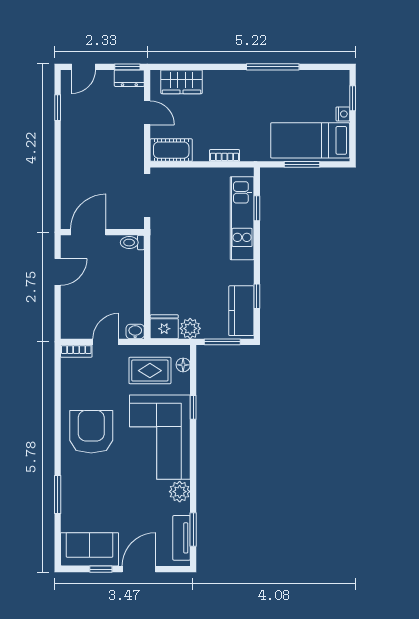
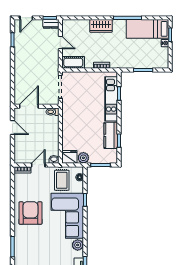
wardrobe: (182, 82) -> (101, 26), moved
bed: (310, 140) -> (147, 29), moved
door: (58, 272) -> (12, 128), hinge flipped
kitchen counter: (241, 311) -> (111, 135), moved
rug: (150, 371) -> (62, 180), turned 90

